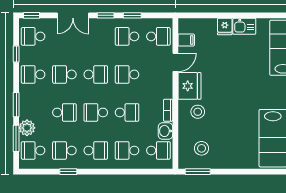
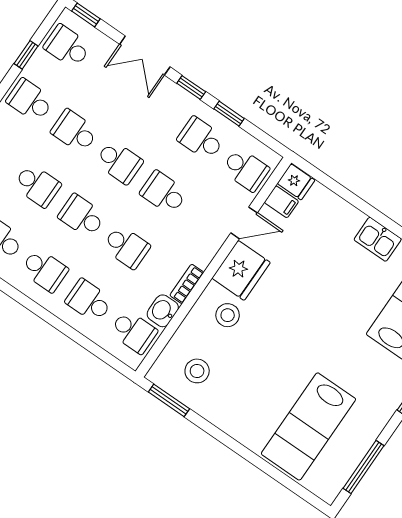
fridge: (225, 26) -> (296, 182), moved, turned -90

